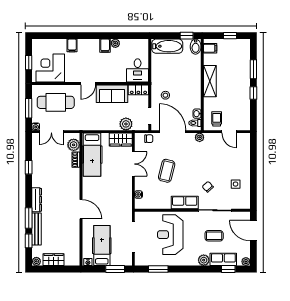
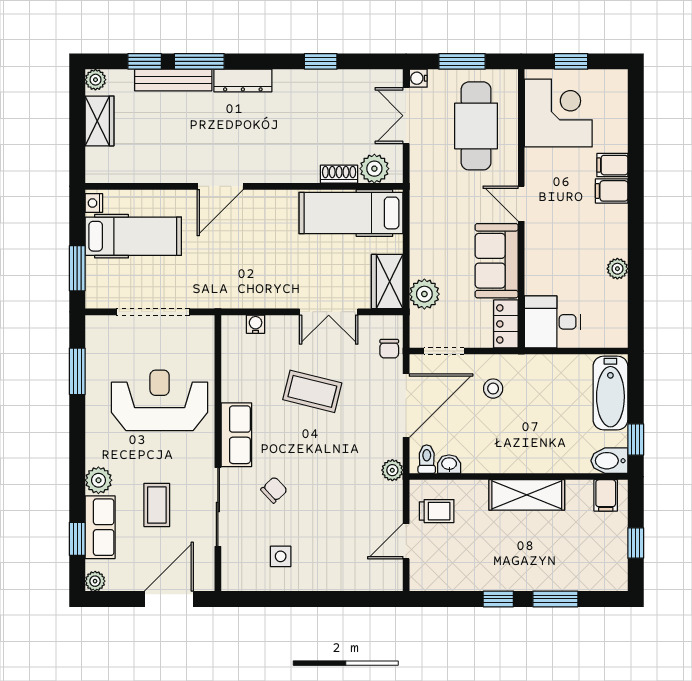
filing cabinet: (105, 46) -> (612, 191), moved

